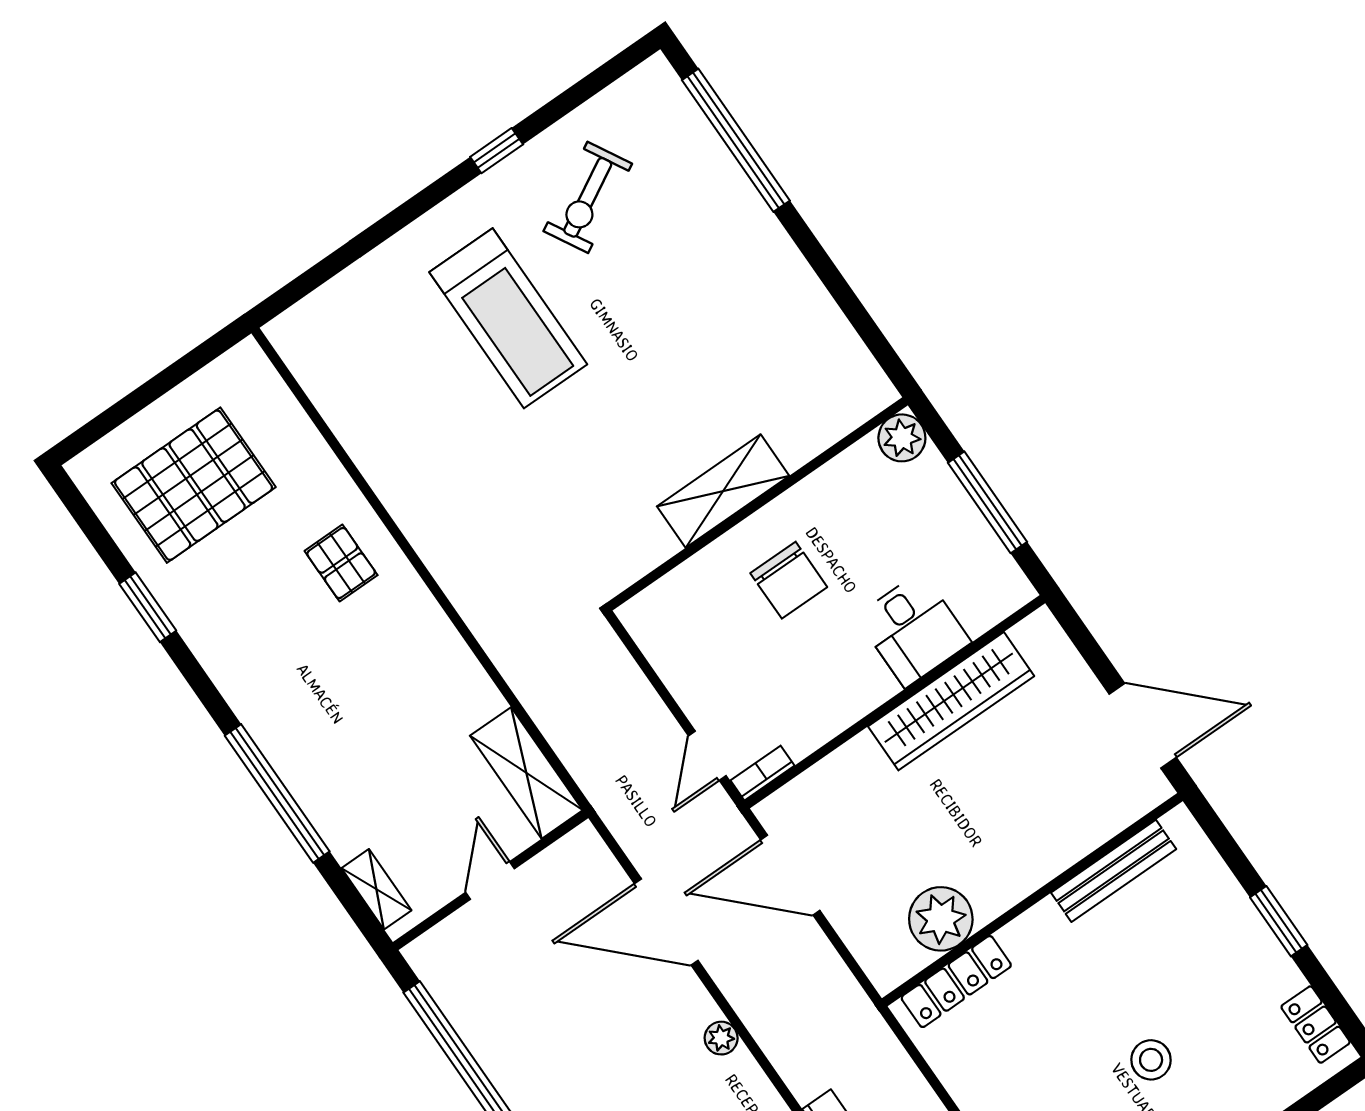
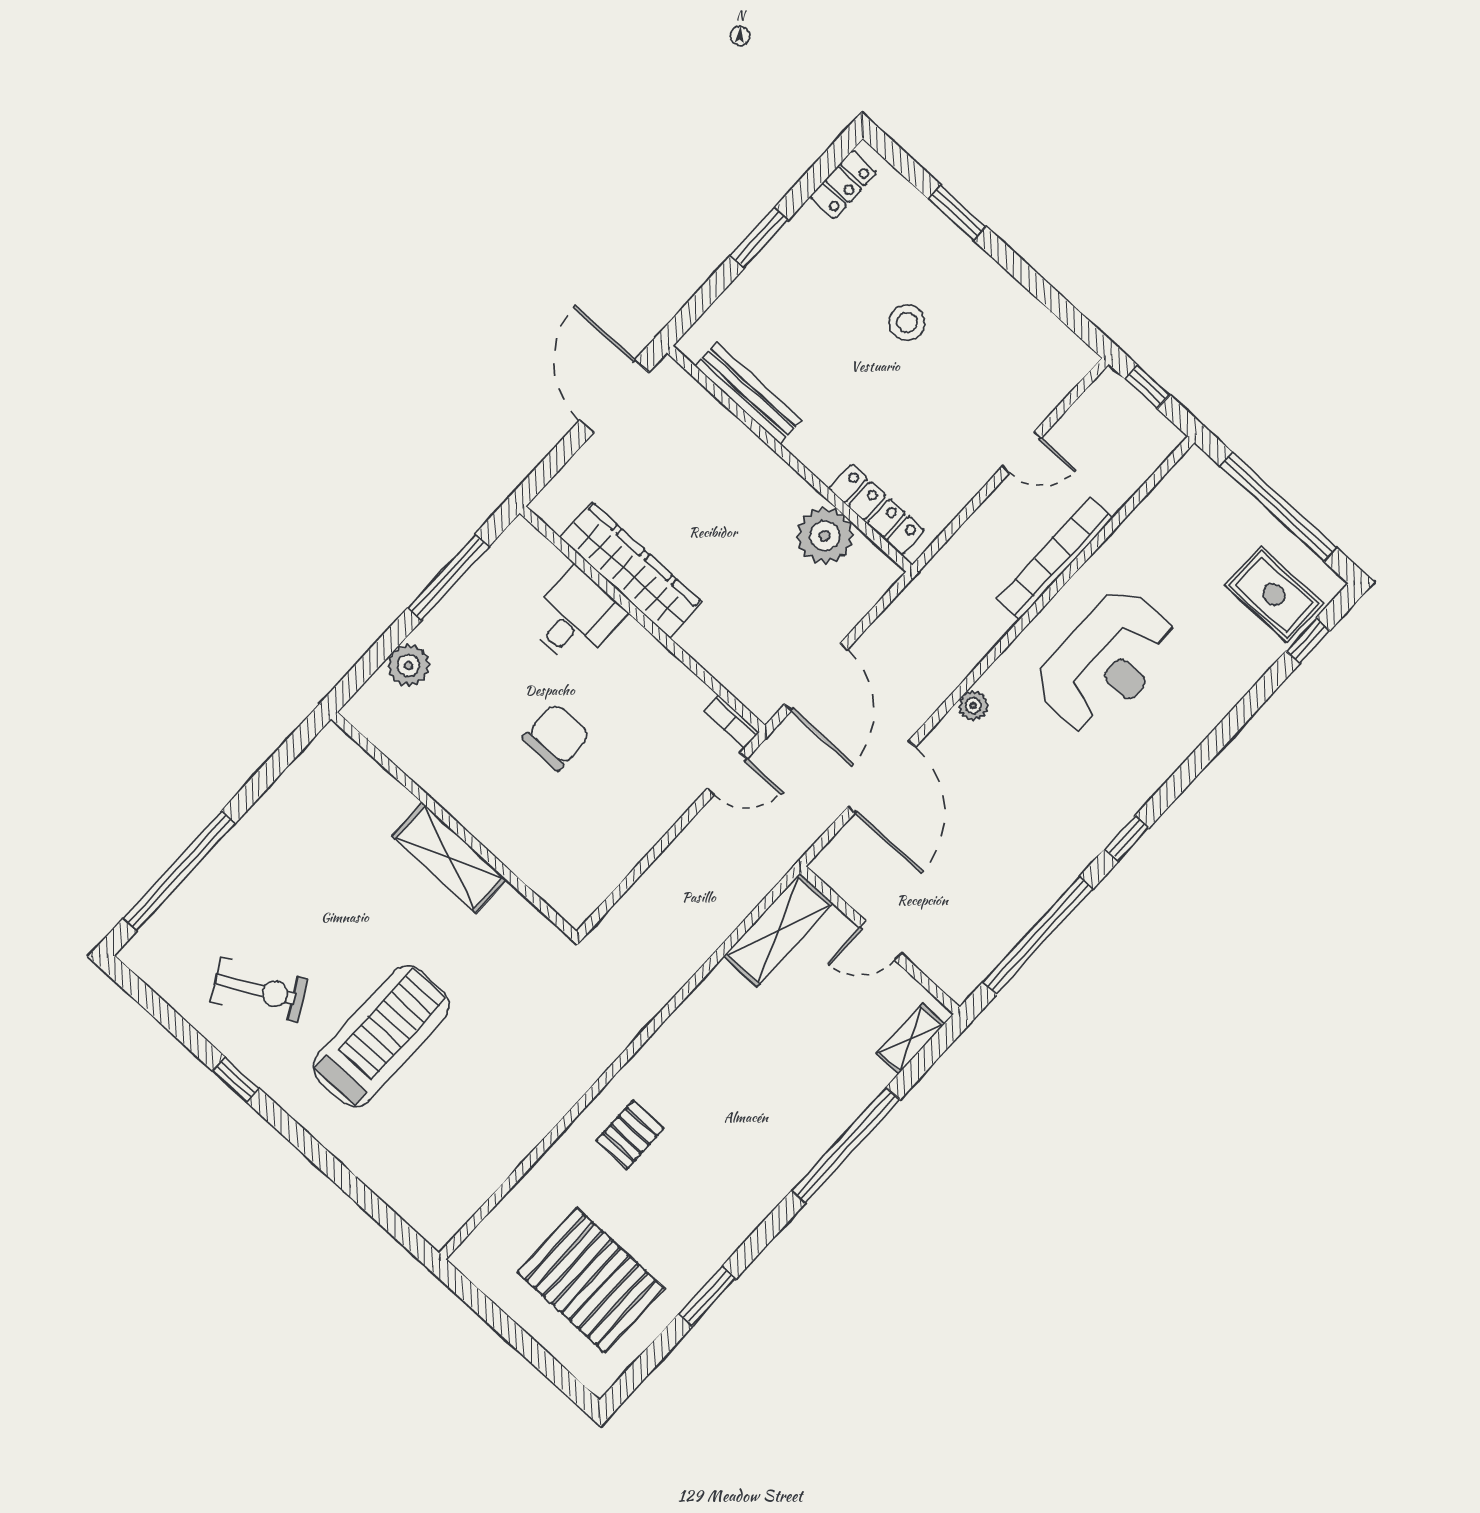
shelving: (723, 491) -> (449, 858), moved
wall: (757, 504) -> (454, 825), moved

